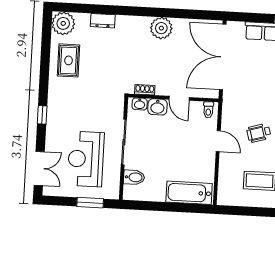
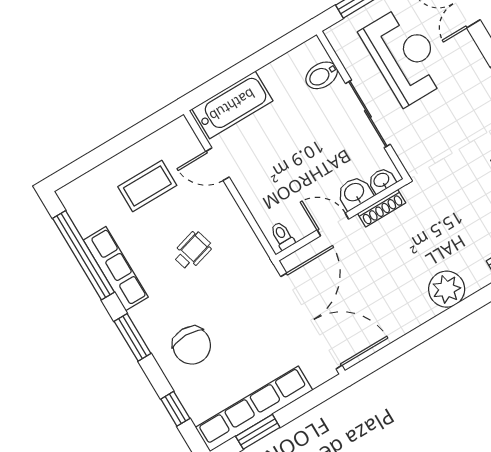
plant: (161, 28) -> (447, 289), moved
shoe rack: (145, 90) -> (382, 208), width x1.43
door: (218, 141) -> (218, 164), moved

